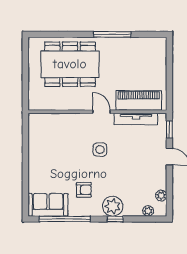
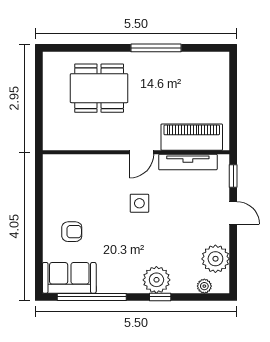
dining table: (70, 64) -> (99, 88), width x0.73, depth x0.80
door: (102, 112) -> (142, 152), swing flipped
armchair: (84, 190) -> (72, 232), moved
plant: (161, 195) -> (215, 259), width x1.88, depth x1.88

